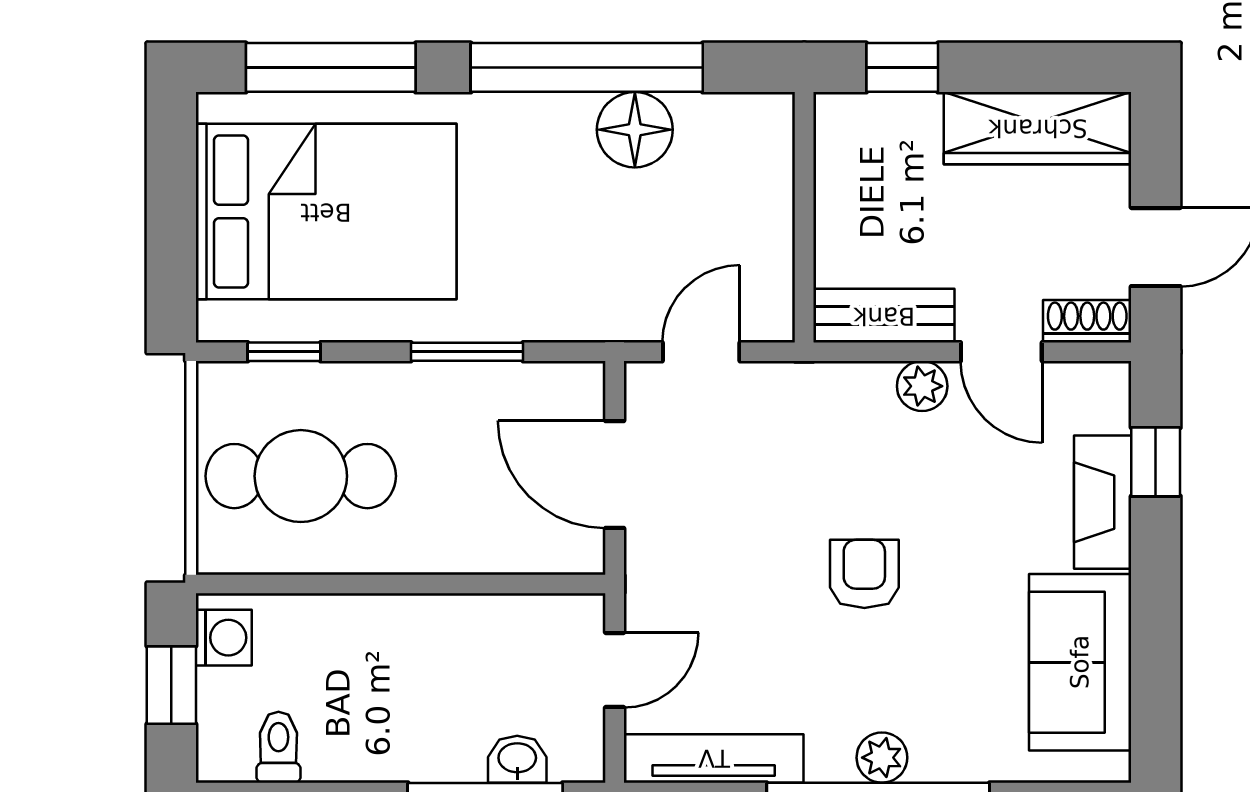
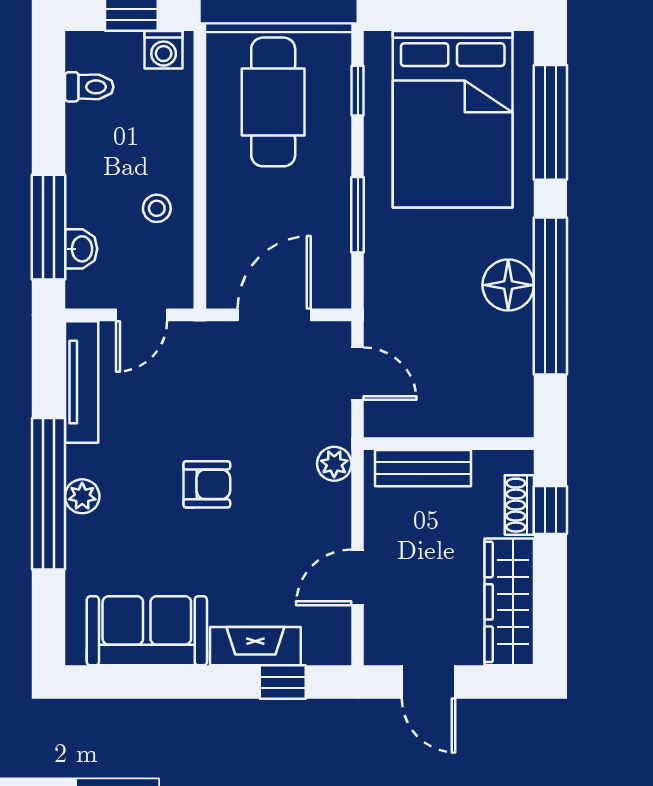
floor lamp: (635, 130) -> (508, 285), moved
bench: (884, 316) -> (423, 468), moved, turned 90
shoe rack: (1087, 321) -> (519, 505), moved, turned 180
plant: (922, 386) -> (334, 464), moved
stool: (458, 648) -> (157, 208), added
door: (615, 670) -> (142, 315), hinge flipped

